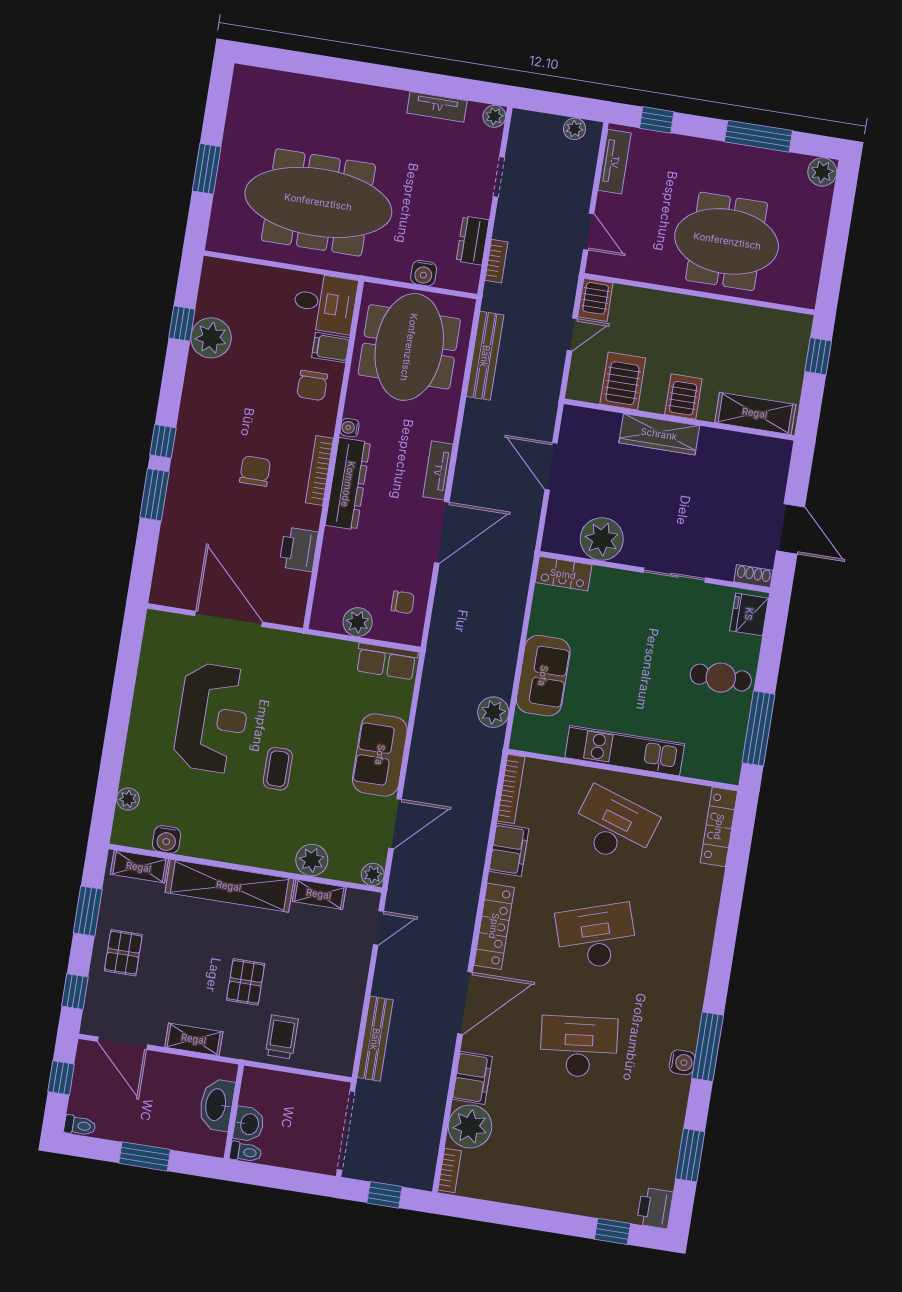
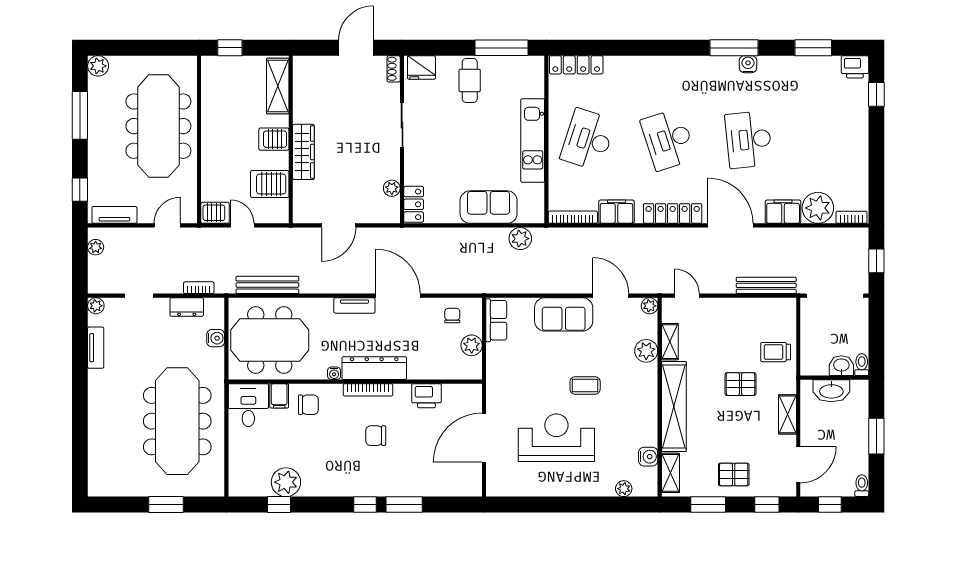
meeting table: (727, 241) -> (158, 126), width x1.36
plant: (602, 539) -> (392, 188), width x0.53, depth x0.53

